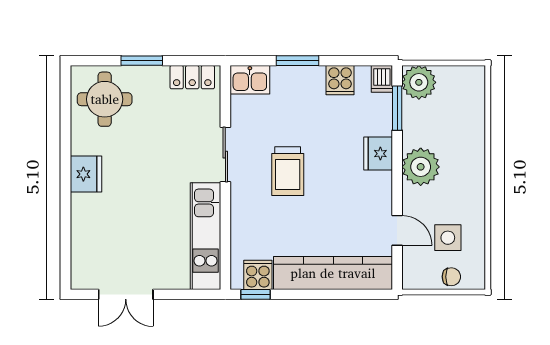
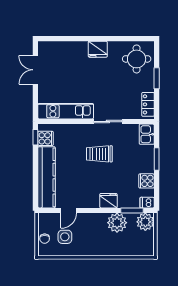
plant: (421, 167) -> (117, 223), moved

